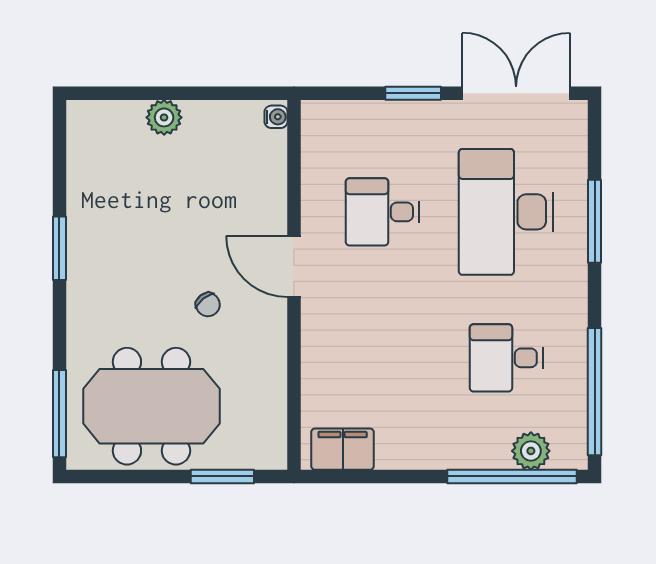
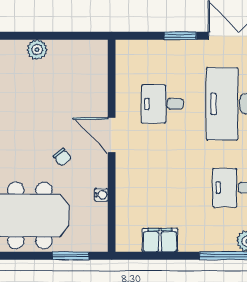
water cooler: (276, 117) -> (101, 195), moved
filing cabinet: (343, 449) -> (160, 240), moved

